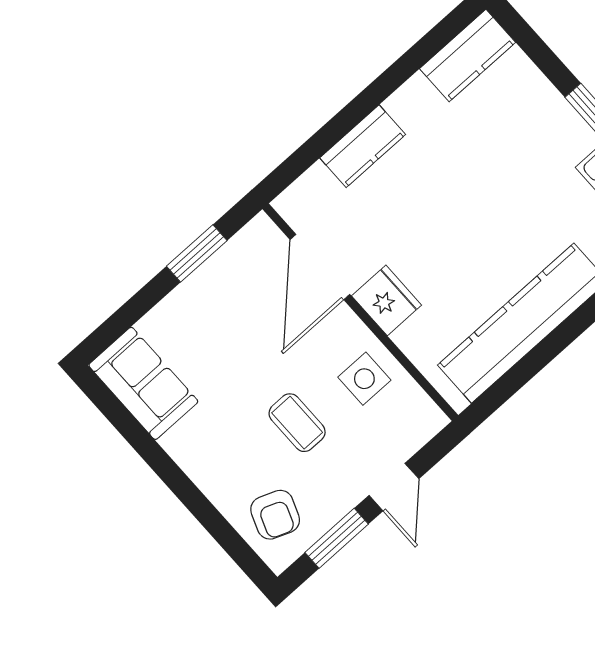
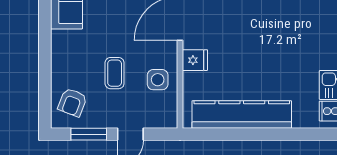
fridge: (387, 300) -> (195, 60), width x0.72

